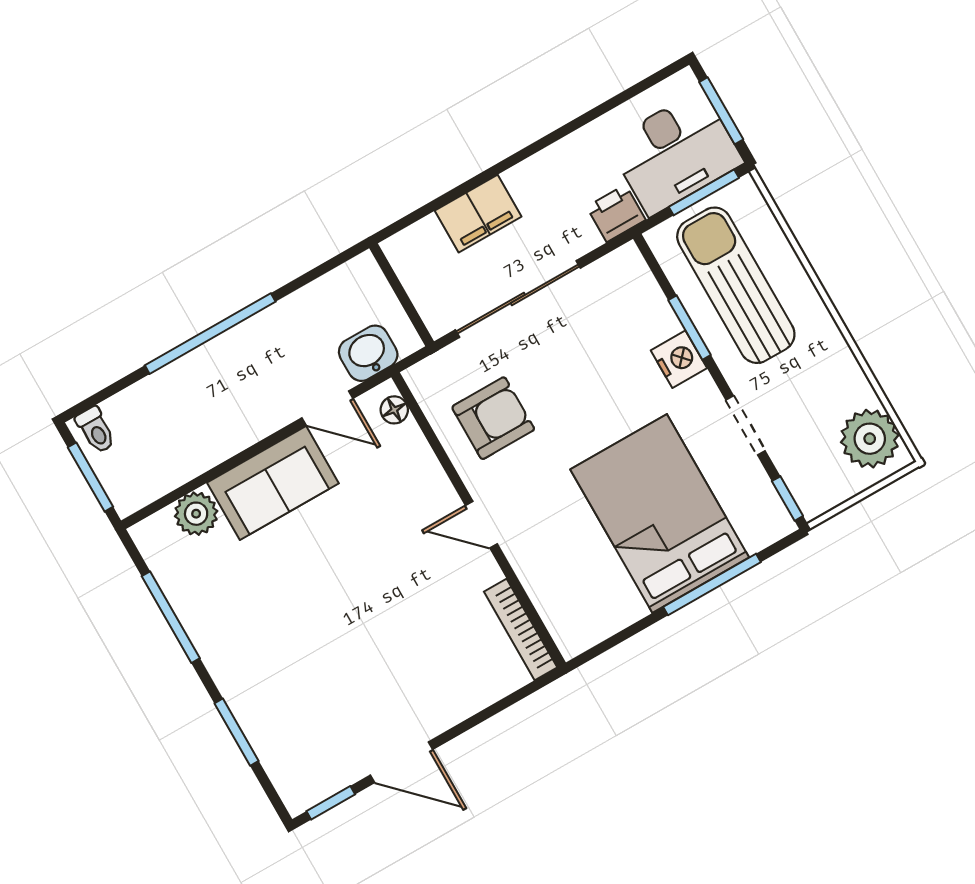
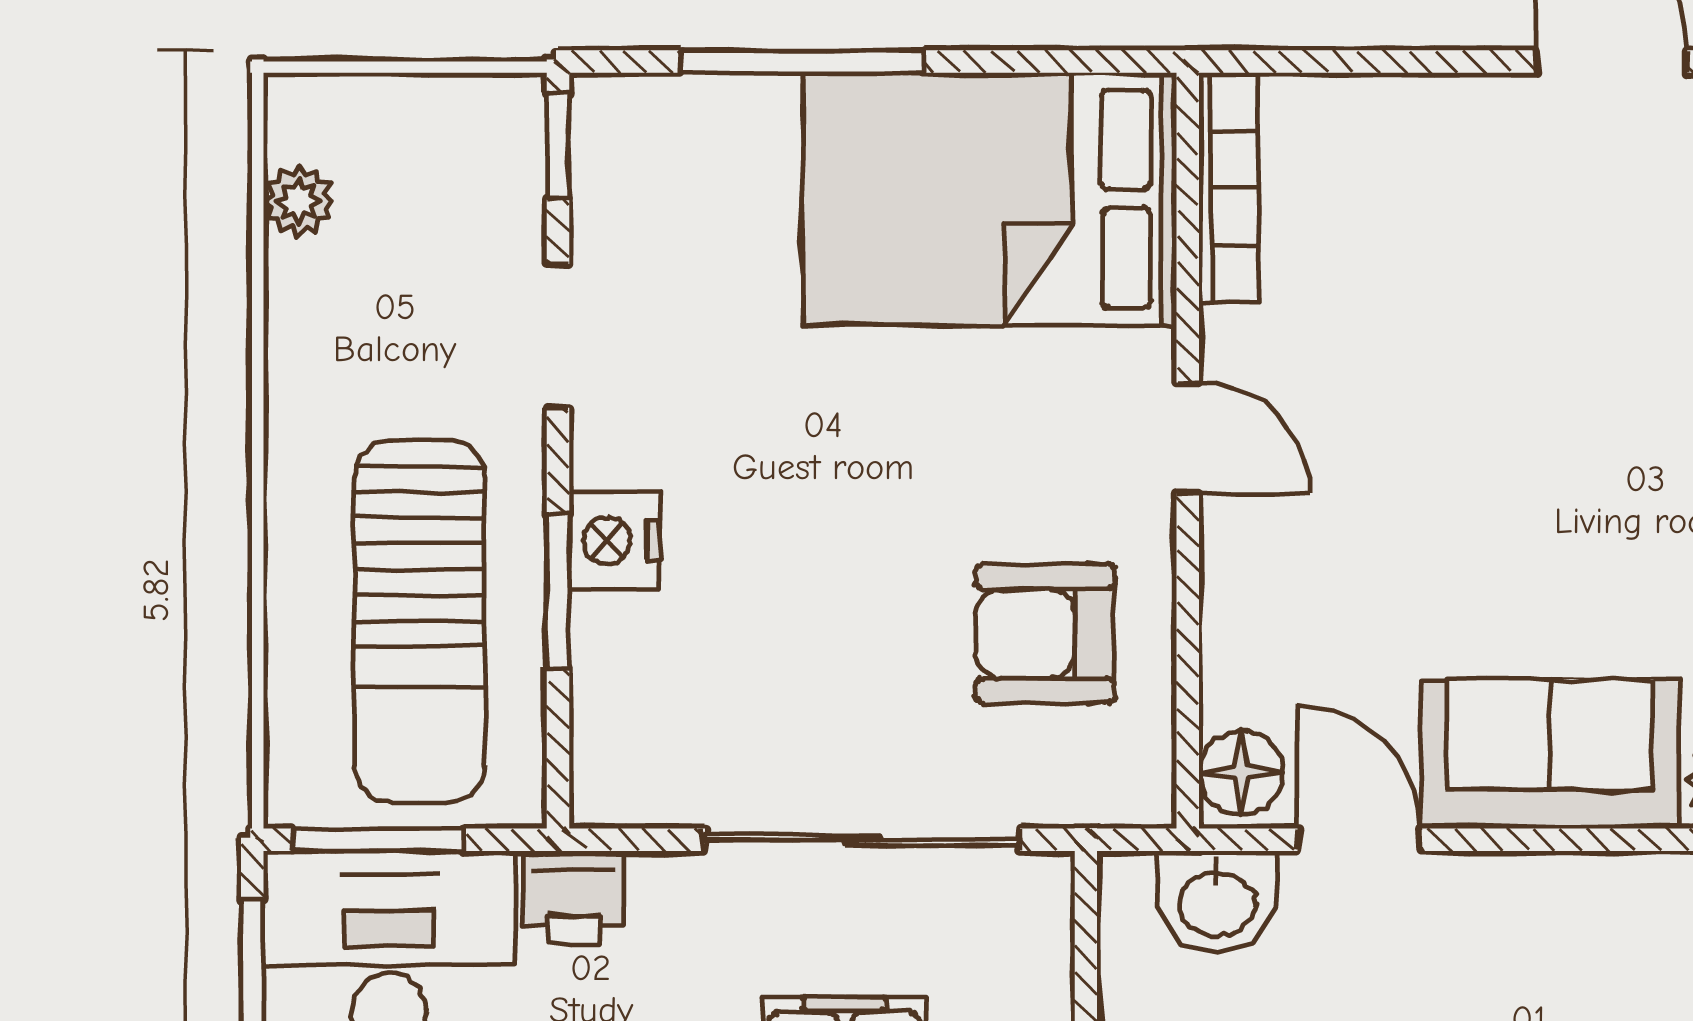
floor lamp: (394, 410) -> (1241, 772), width x1.37, depth x1.37
plant: (870, 439) -> (298, 201), width x0.53, depth x0.53
bed: (660, 513) -> (990, 199), moved, turned 90

